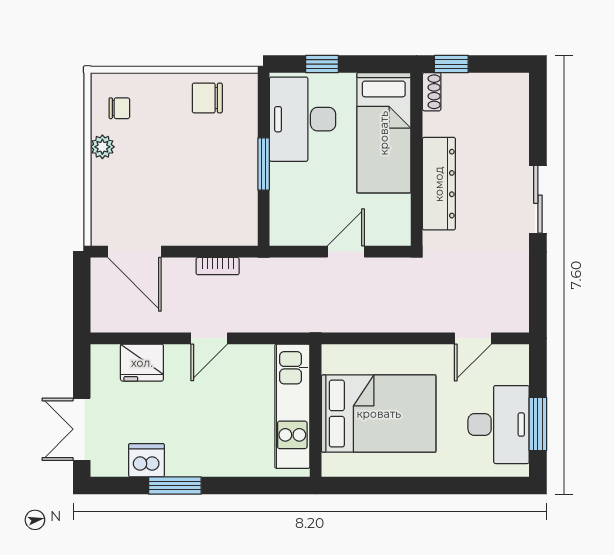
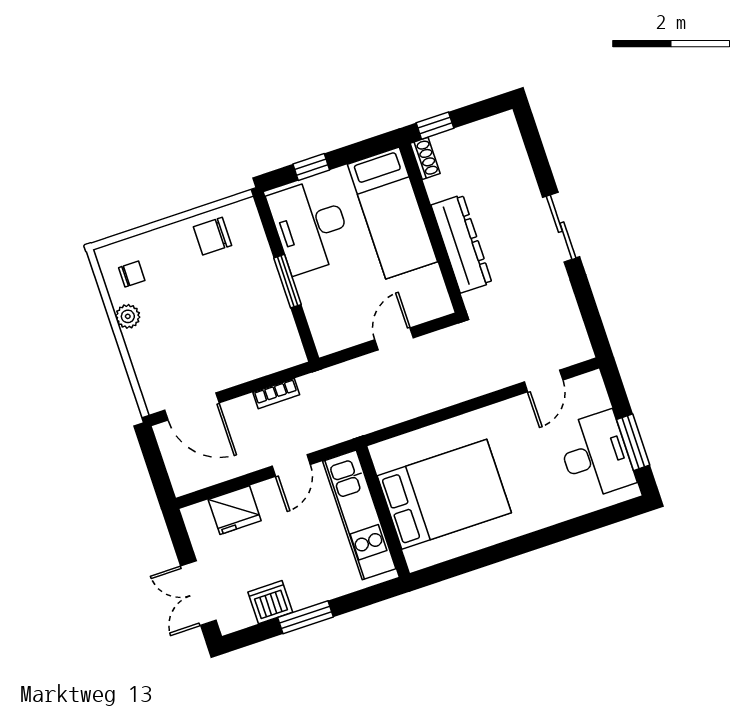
kitchen unit: (292, 406) -> (359, 515), moved
wall: (316, 410) -> (383, 511), moved
bed: (379, 414) -> (444, 494), moved

